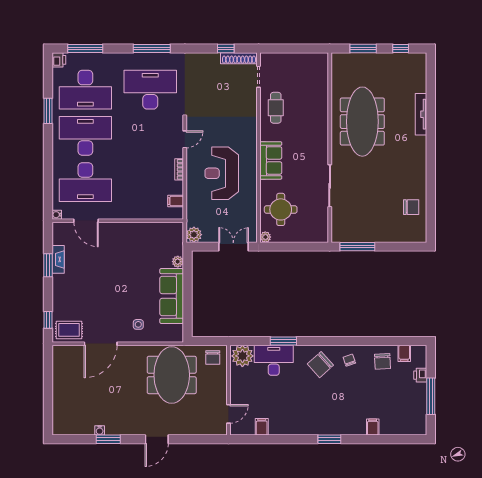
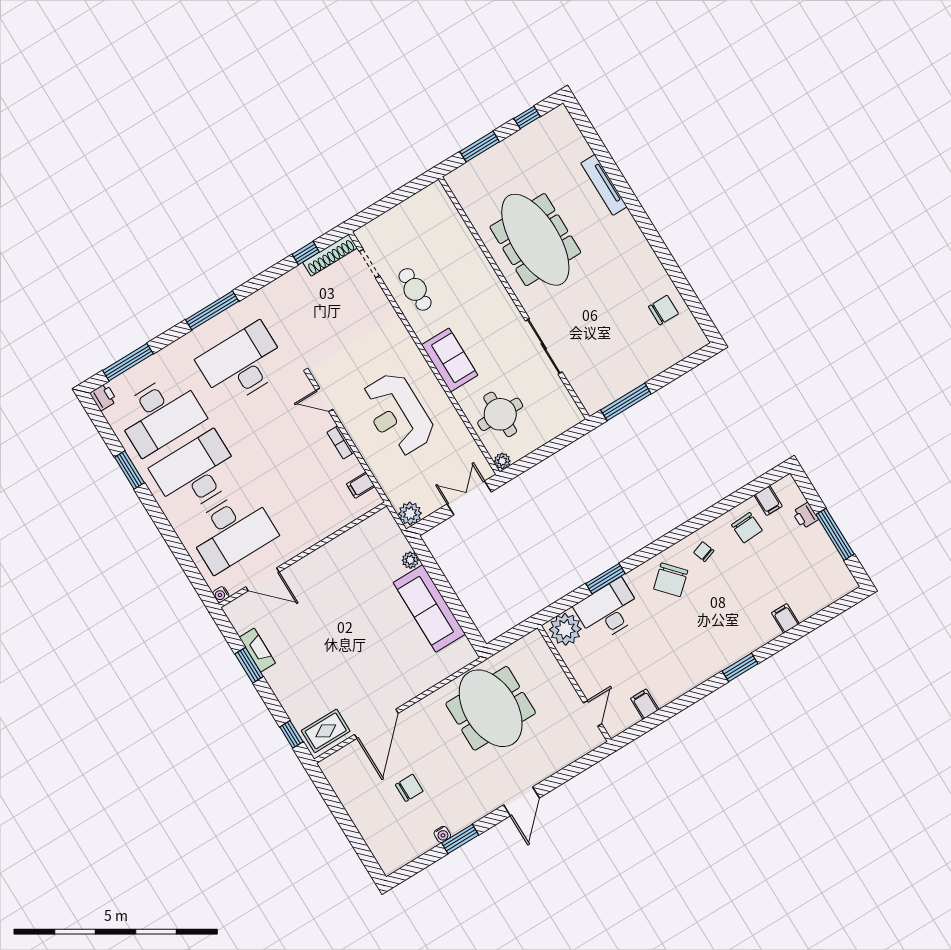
door: (185, 139) -> (324, 400), swing flipped
side table: (138, 324) -> (409, 670), removed
chair: (213, 357) -> (409, 788), moved, turned -90

